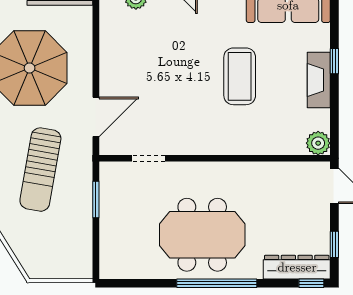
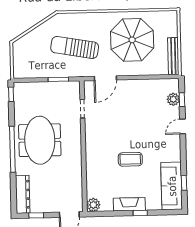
coffee table: (240, 76) -> (130, 159), width x0.73, depth x0.76
door: (96, 117) -> (105, 78), hinge flipped
window: (311, 283) -> (11, 94), moved

